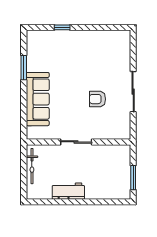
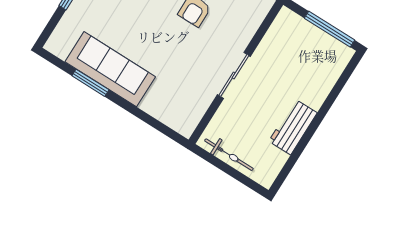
sofa: (38, 99) -> (110, 69), moved
window: (133, 178) -> (329, 29), width x1.44

